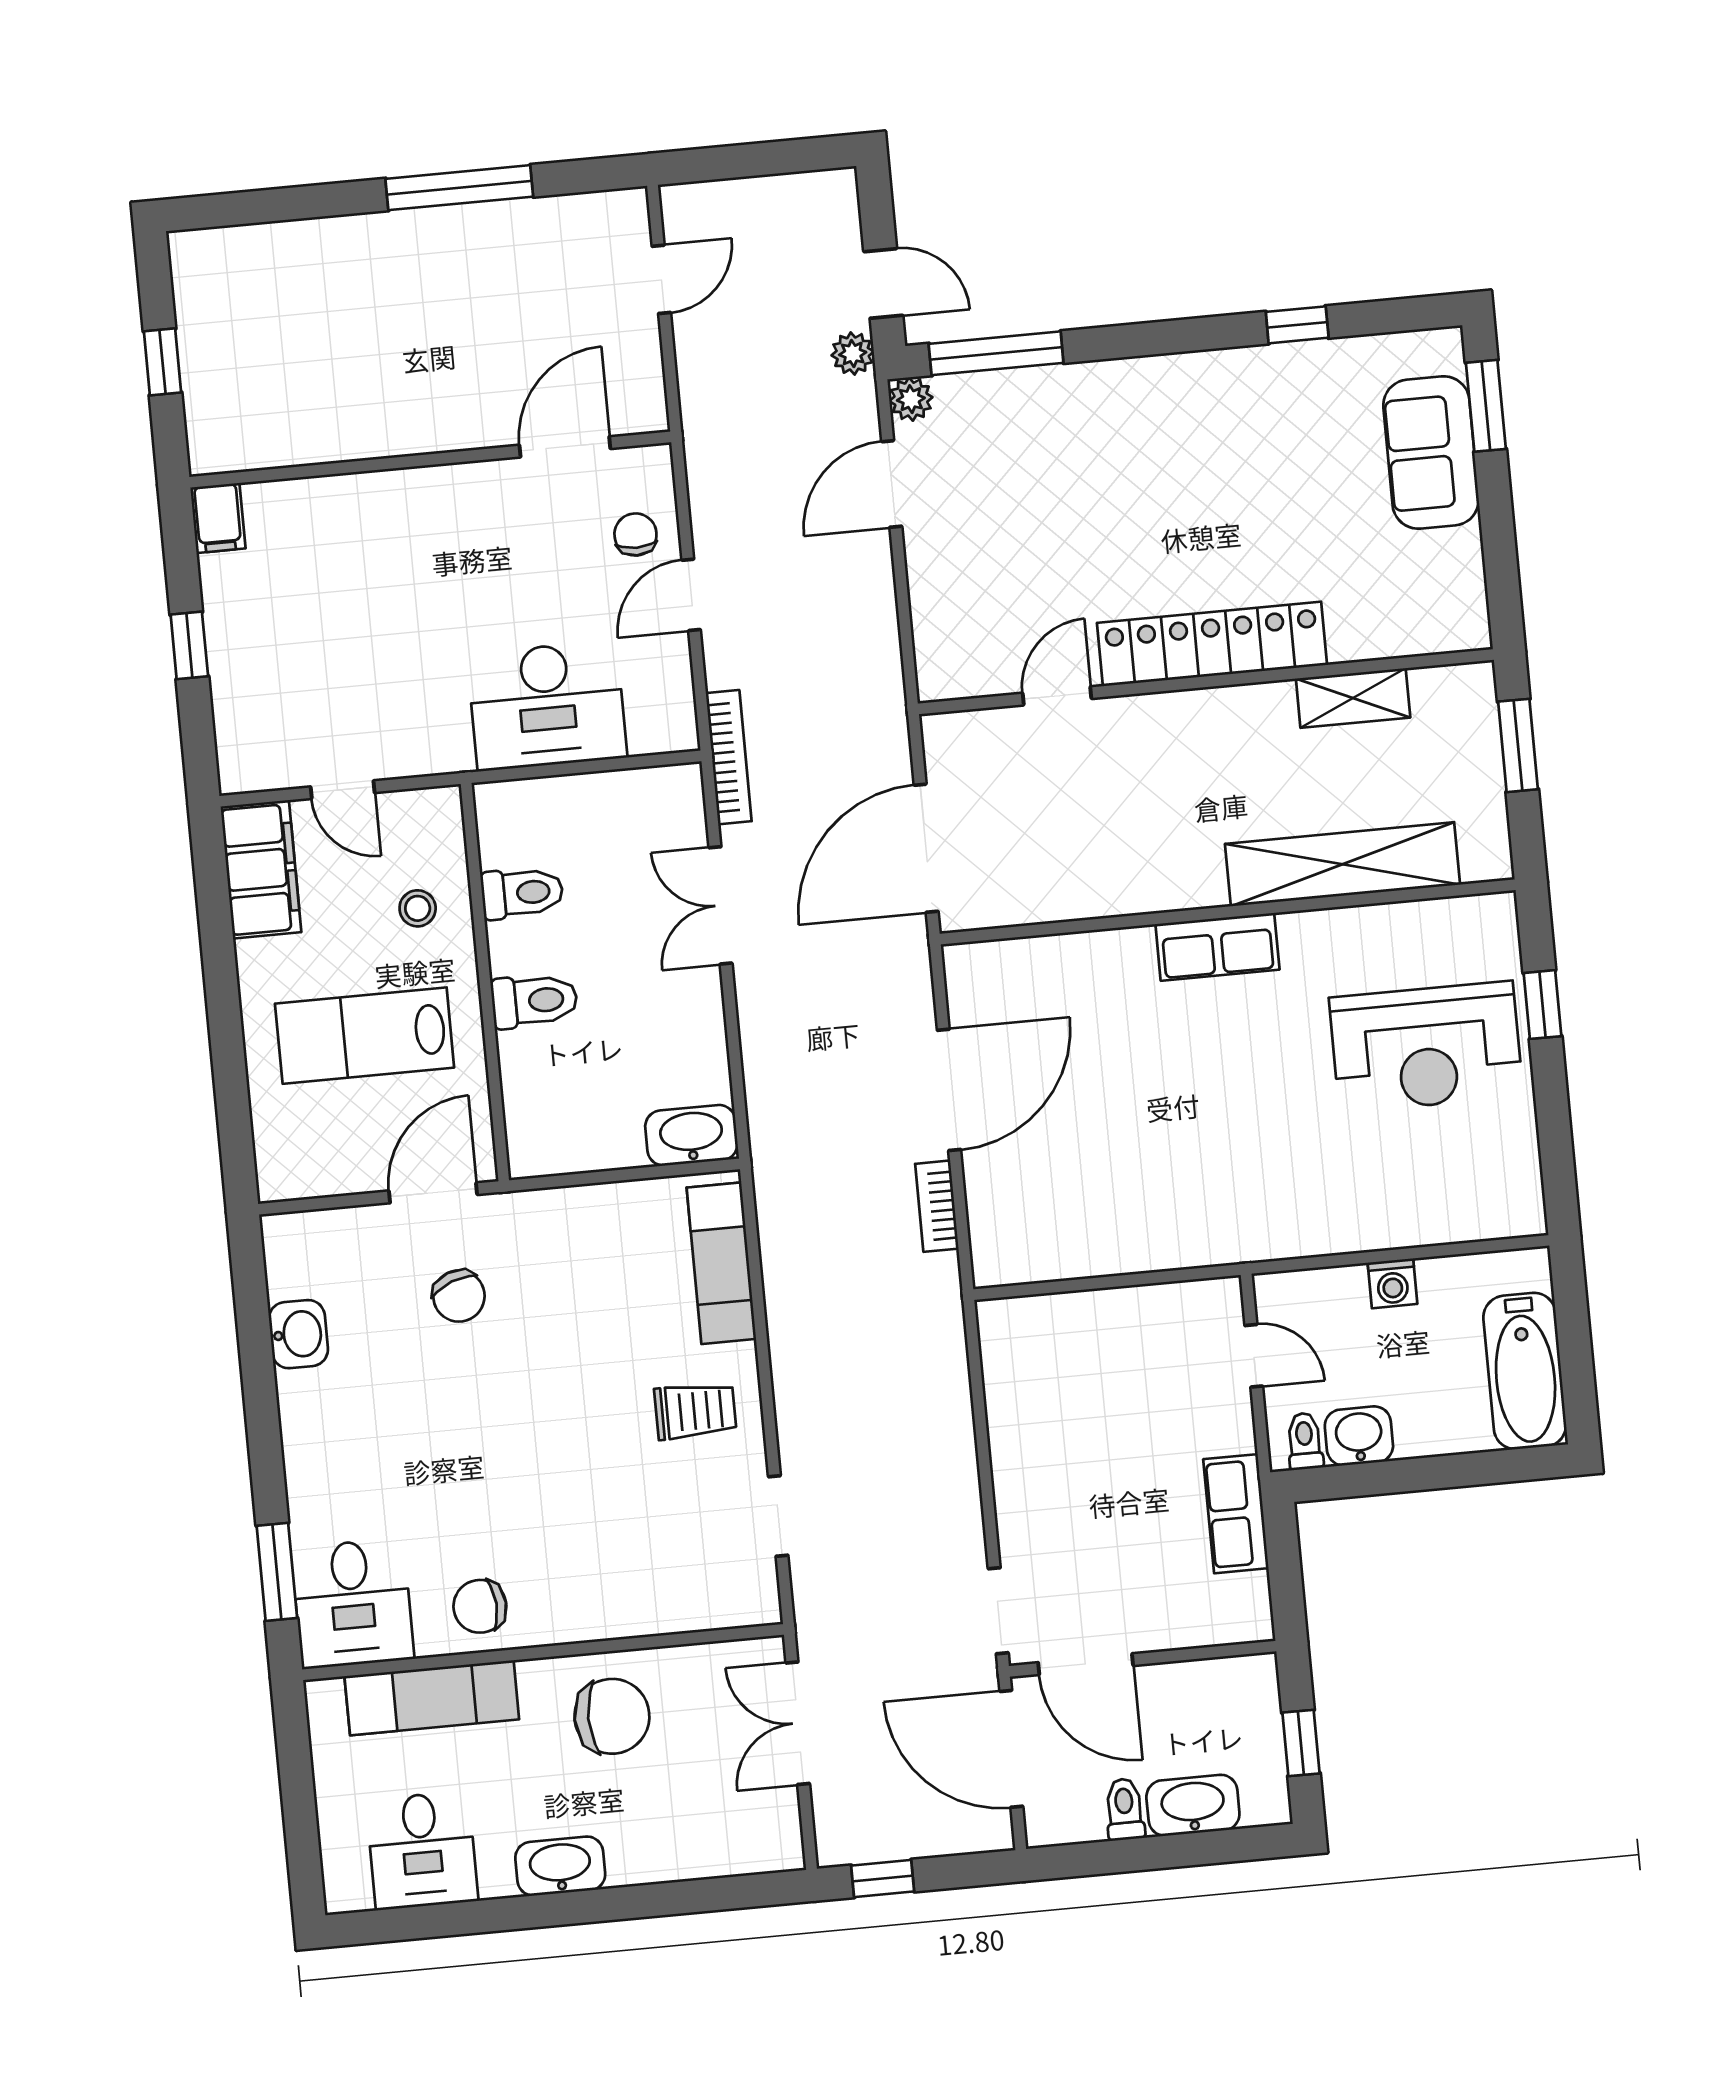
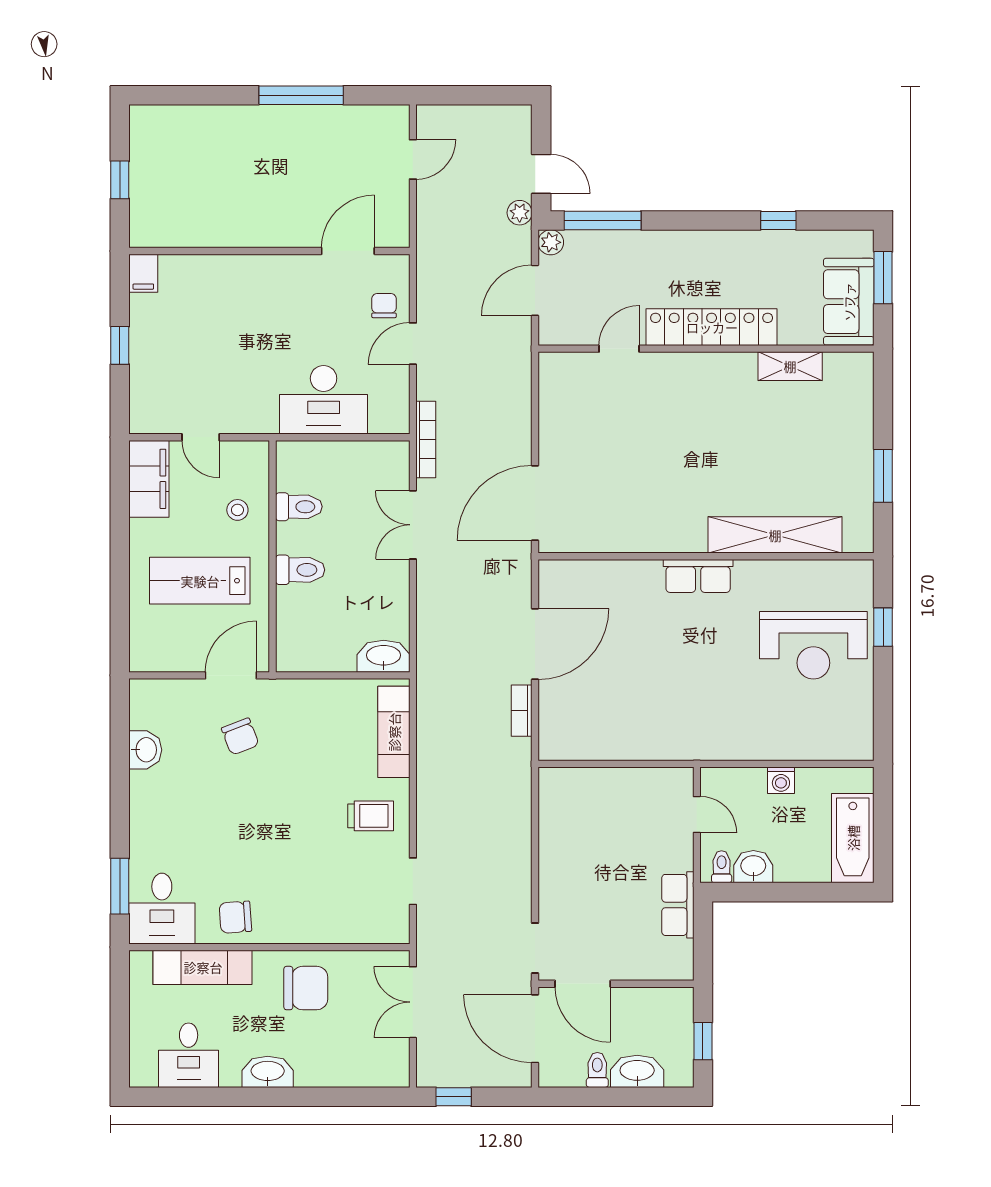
locker: (1212, 644) -> (712, 327), moved
wall: (1206, 682) -> (706, 349), moved
door: (1057, 696) -> (619, 349), moved
shelving: (1353, 698) -> (790, 366), moved

